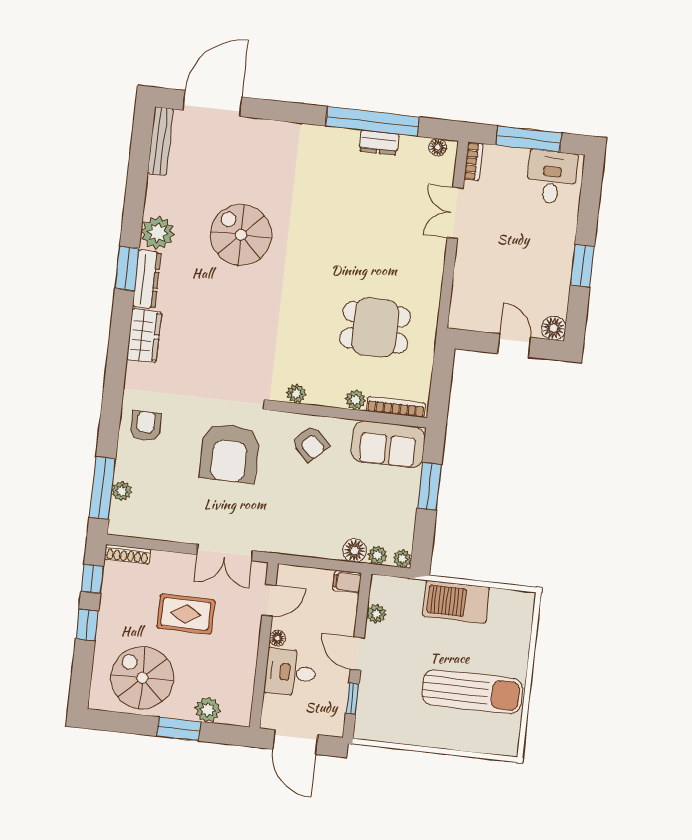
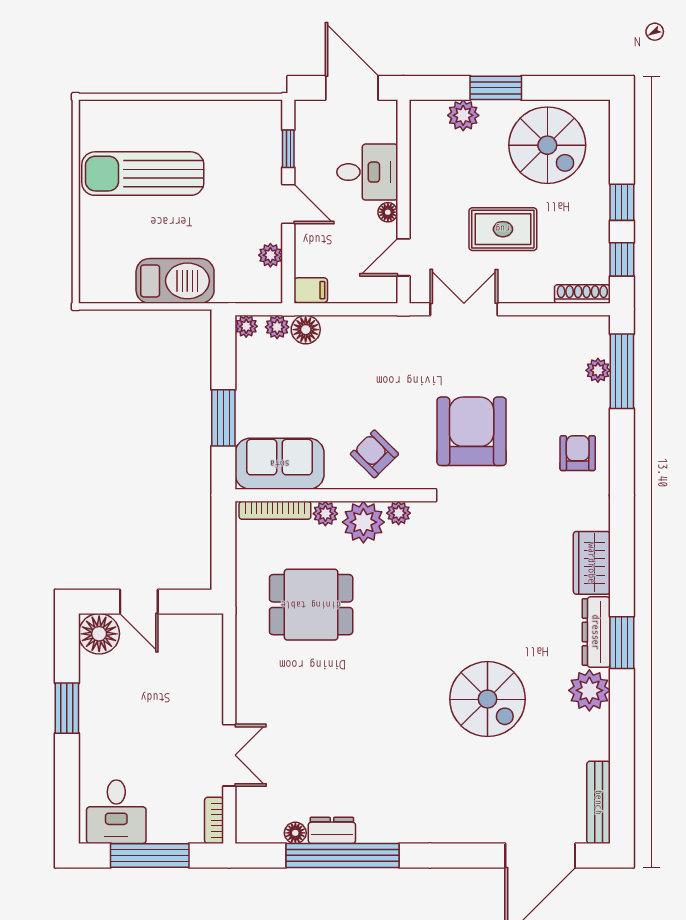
floor lamp: (438, 147) -> (295, 833), moved
floor lamp: (554, 328) -> (99, 634), width x1.38, depth x1.38
plant: (325, 389) -> (363, 522), added
armchair: (146, 426) -> (578, 453), turned 180

